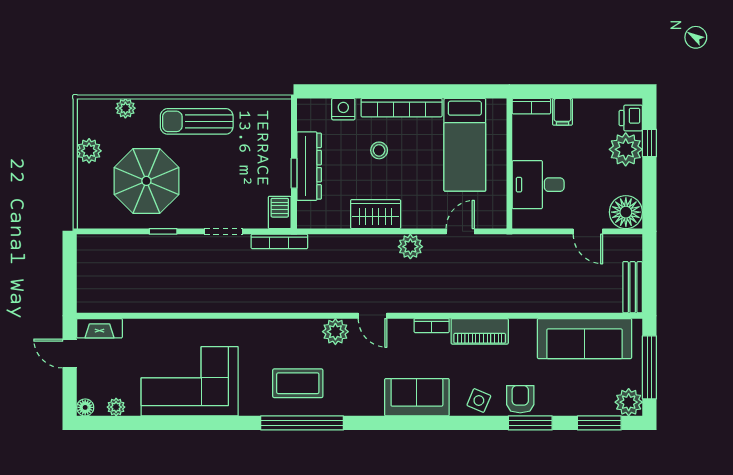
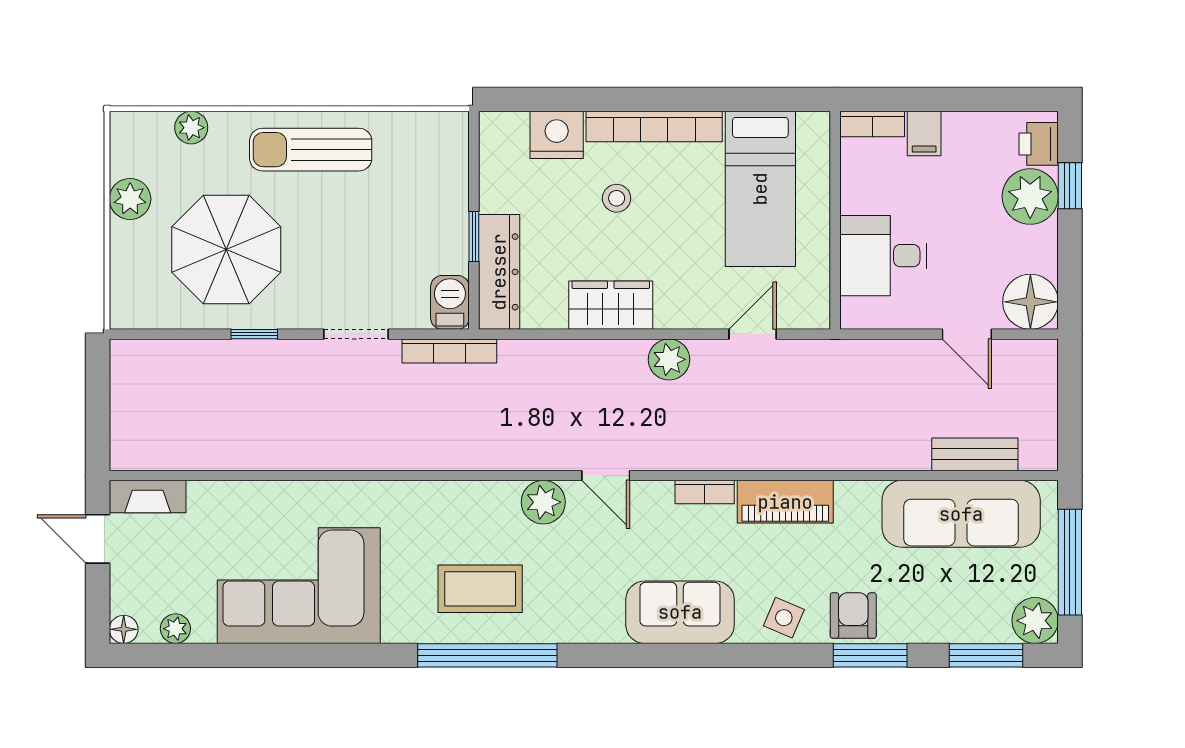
nightstand: (343, 109) -> (557, 135), width x1.36, depth x1.33
dresser: (309, 166) -> (499, 272), moved
bench: (633, 287) -> (975, 454), moved, turned 90

